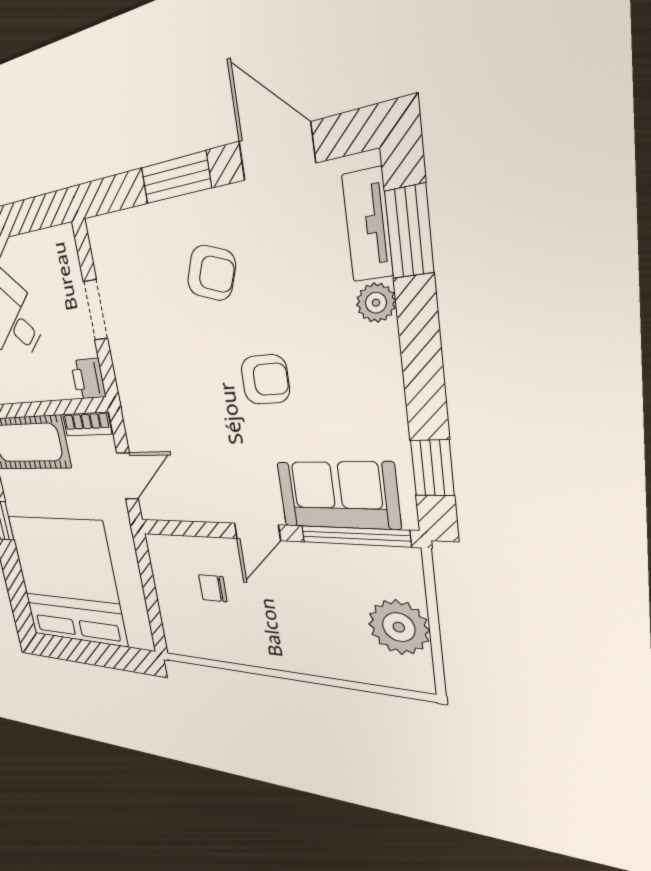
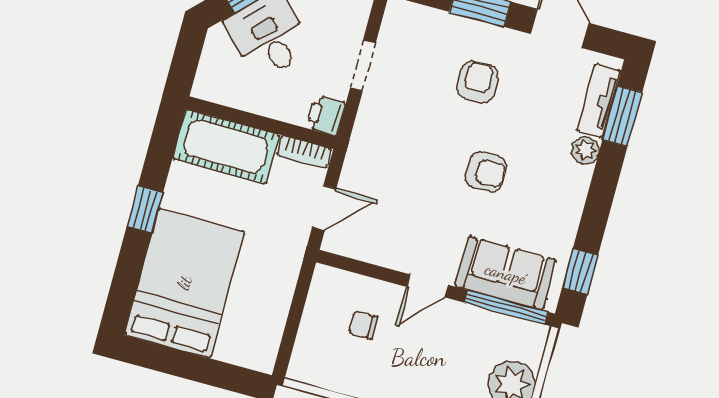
armchair: (211, 273) -> (478, 82), turned -110
bed: (67, 580) -> (184, 283), width x0.73

